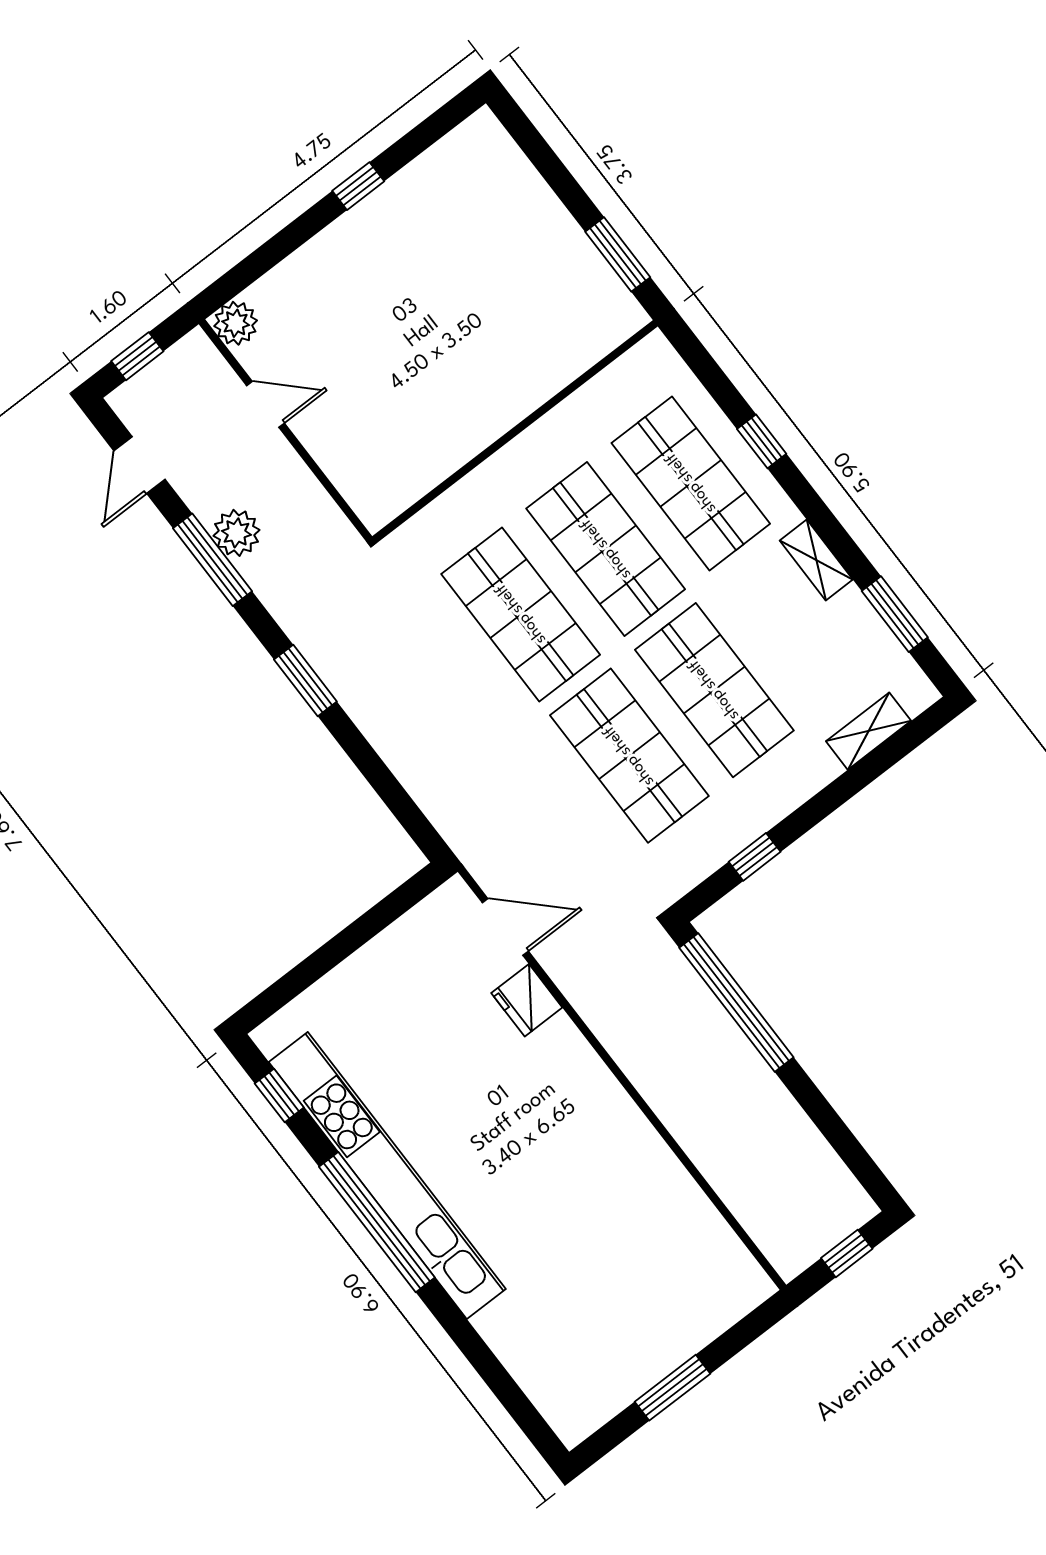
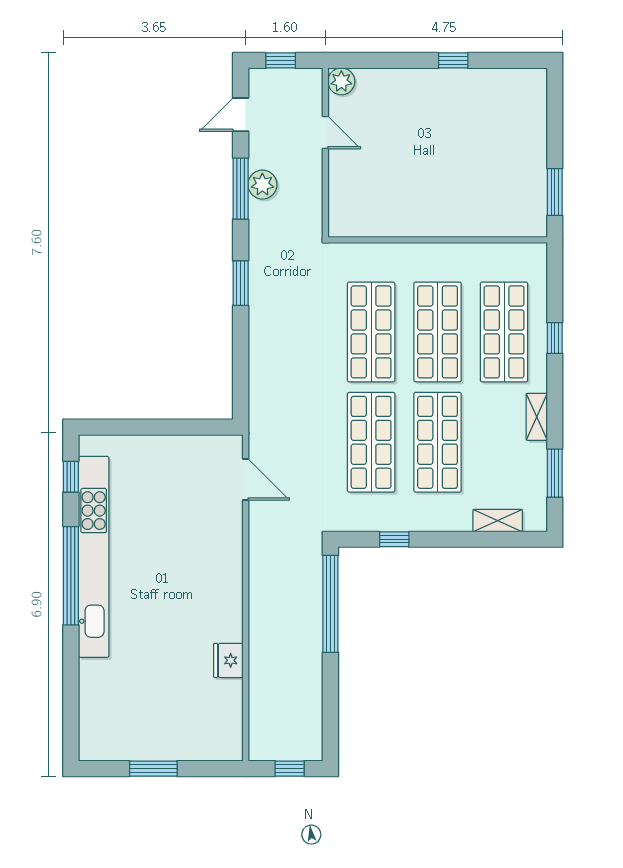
fridge: (527, 1000) -> (228, 660), moved

